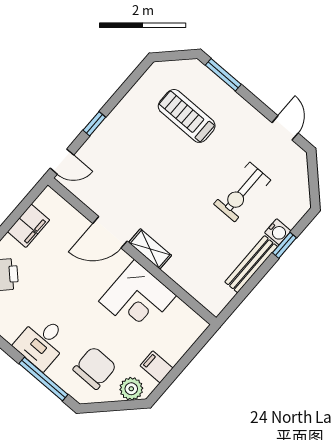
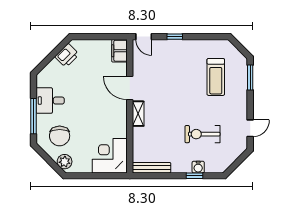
treadmill: (187, 116) -> (216, 77), turned 180
filing cabinet: (28, 226) -> (119, 51), moved, turned 90
bench: (251, 264) -> (152, 168), moved
corner desk: (138, 298) -> (110, 156), moved, turned 90
filing cabinet: (157, 367) -> (85, 165), removed
chair: (95, 368) -> (60, 136), turned 90

